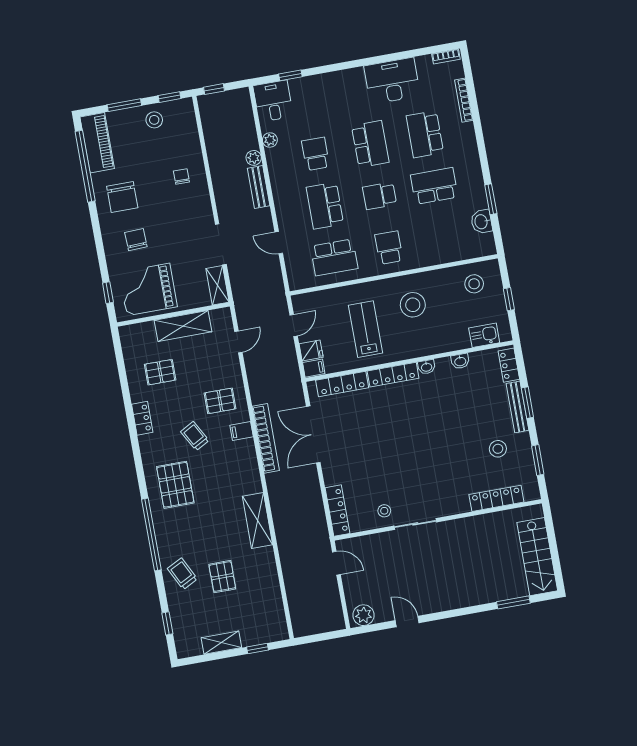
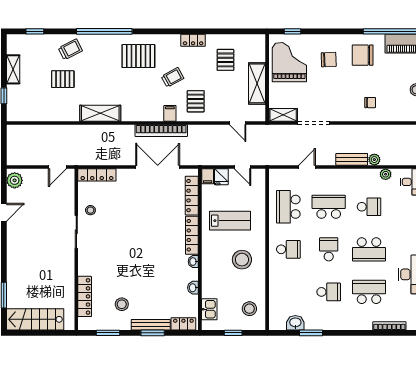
school desk: (434, 186) -> (329, 292), width x0.54

